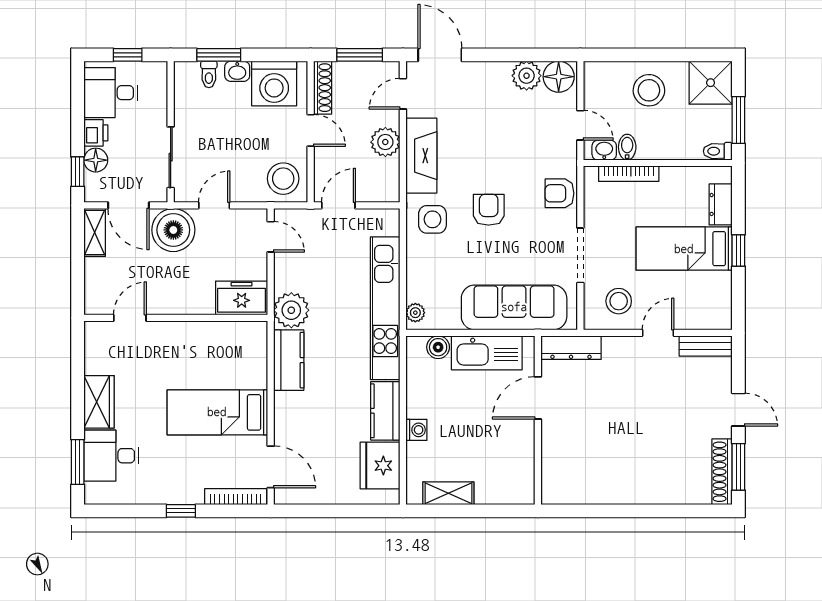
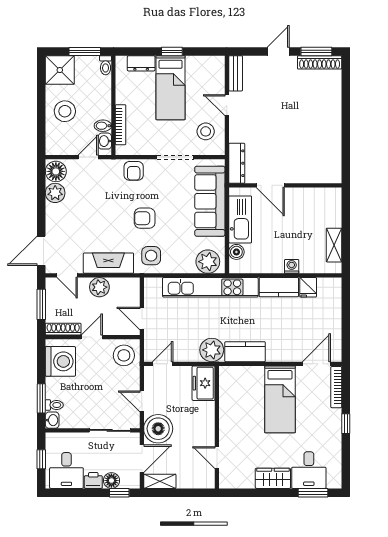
washbasin: (237, 71) -> (52, 420), moved
plant: (415, 313) -> (208, 262), width x1.87, depth x1.87
fridge: (380, 466) -> (308, 287), width x0.53, depth x0.75

